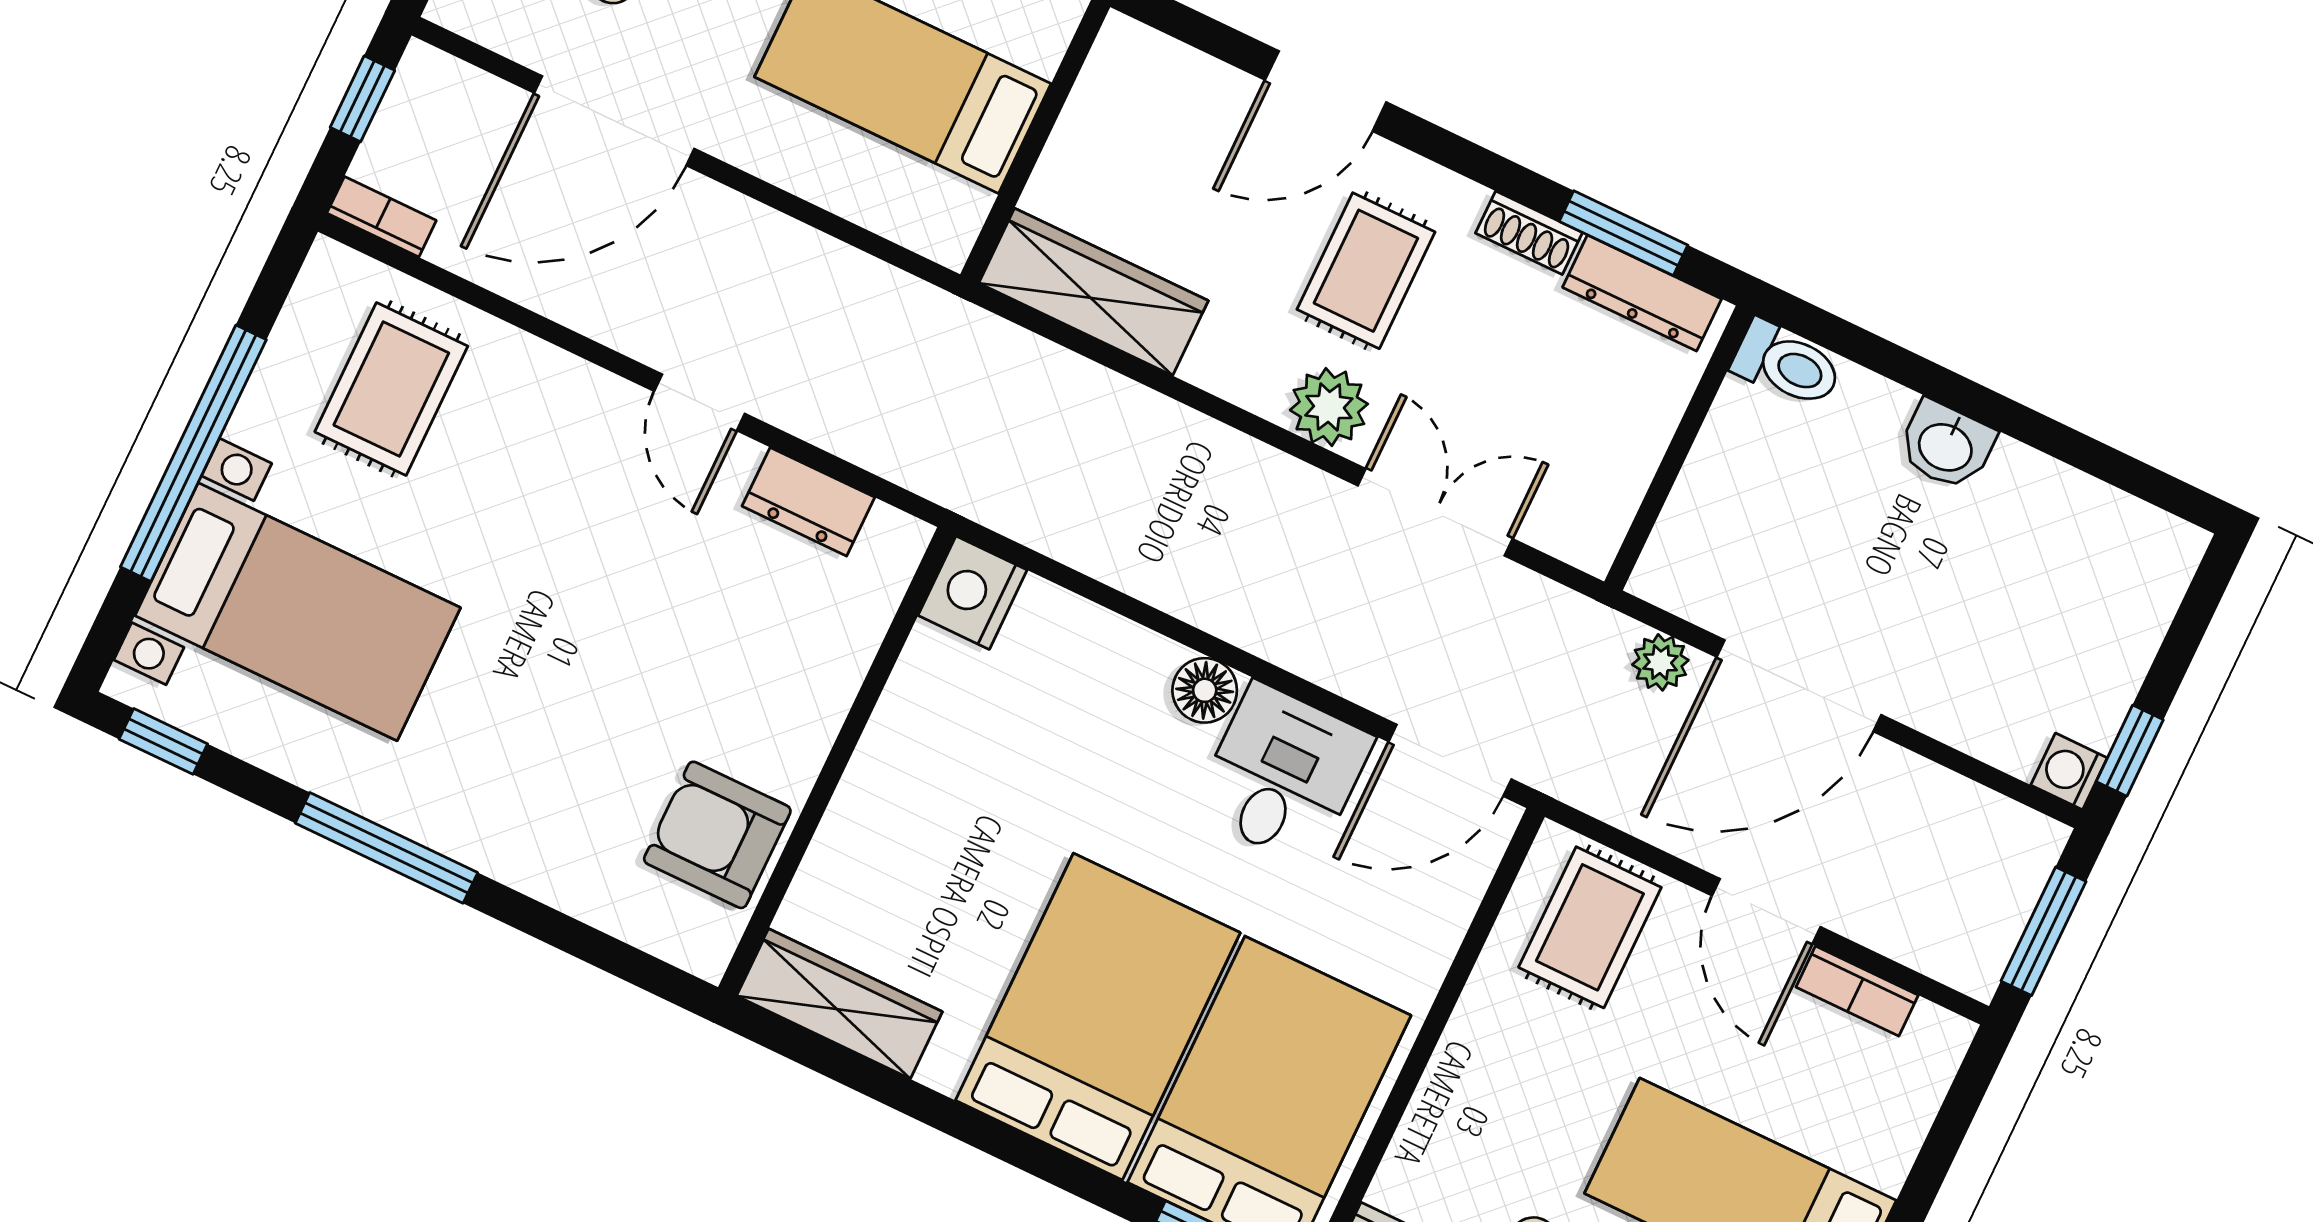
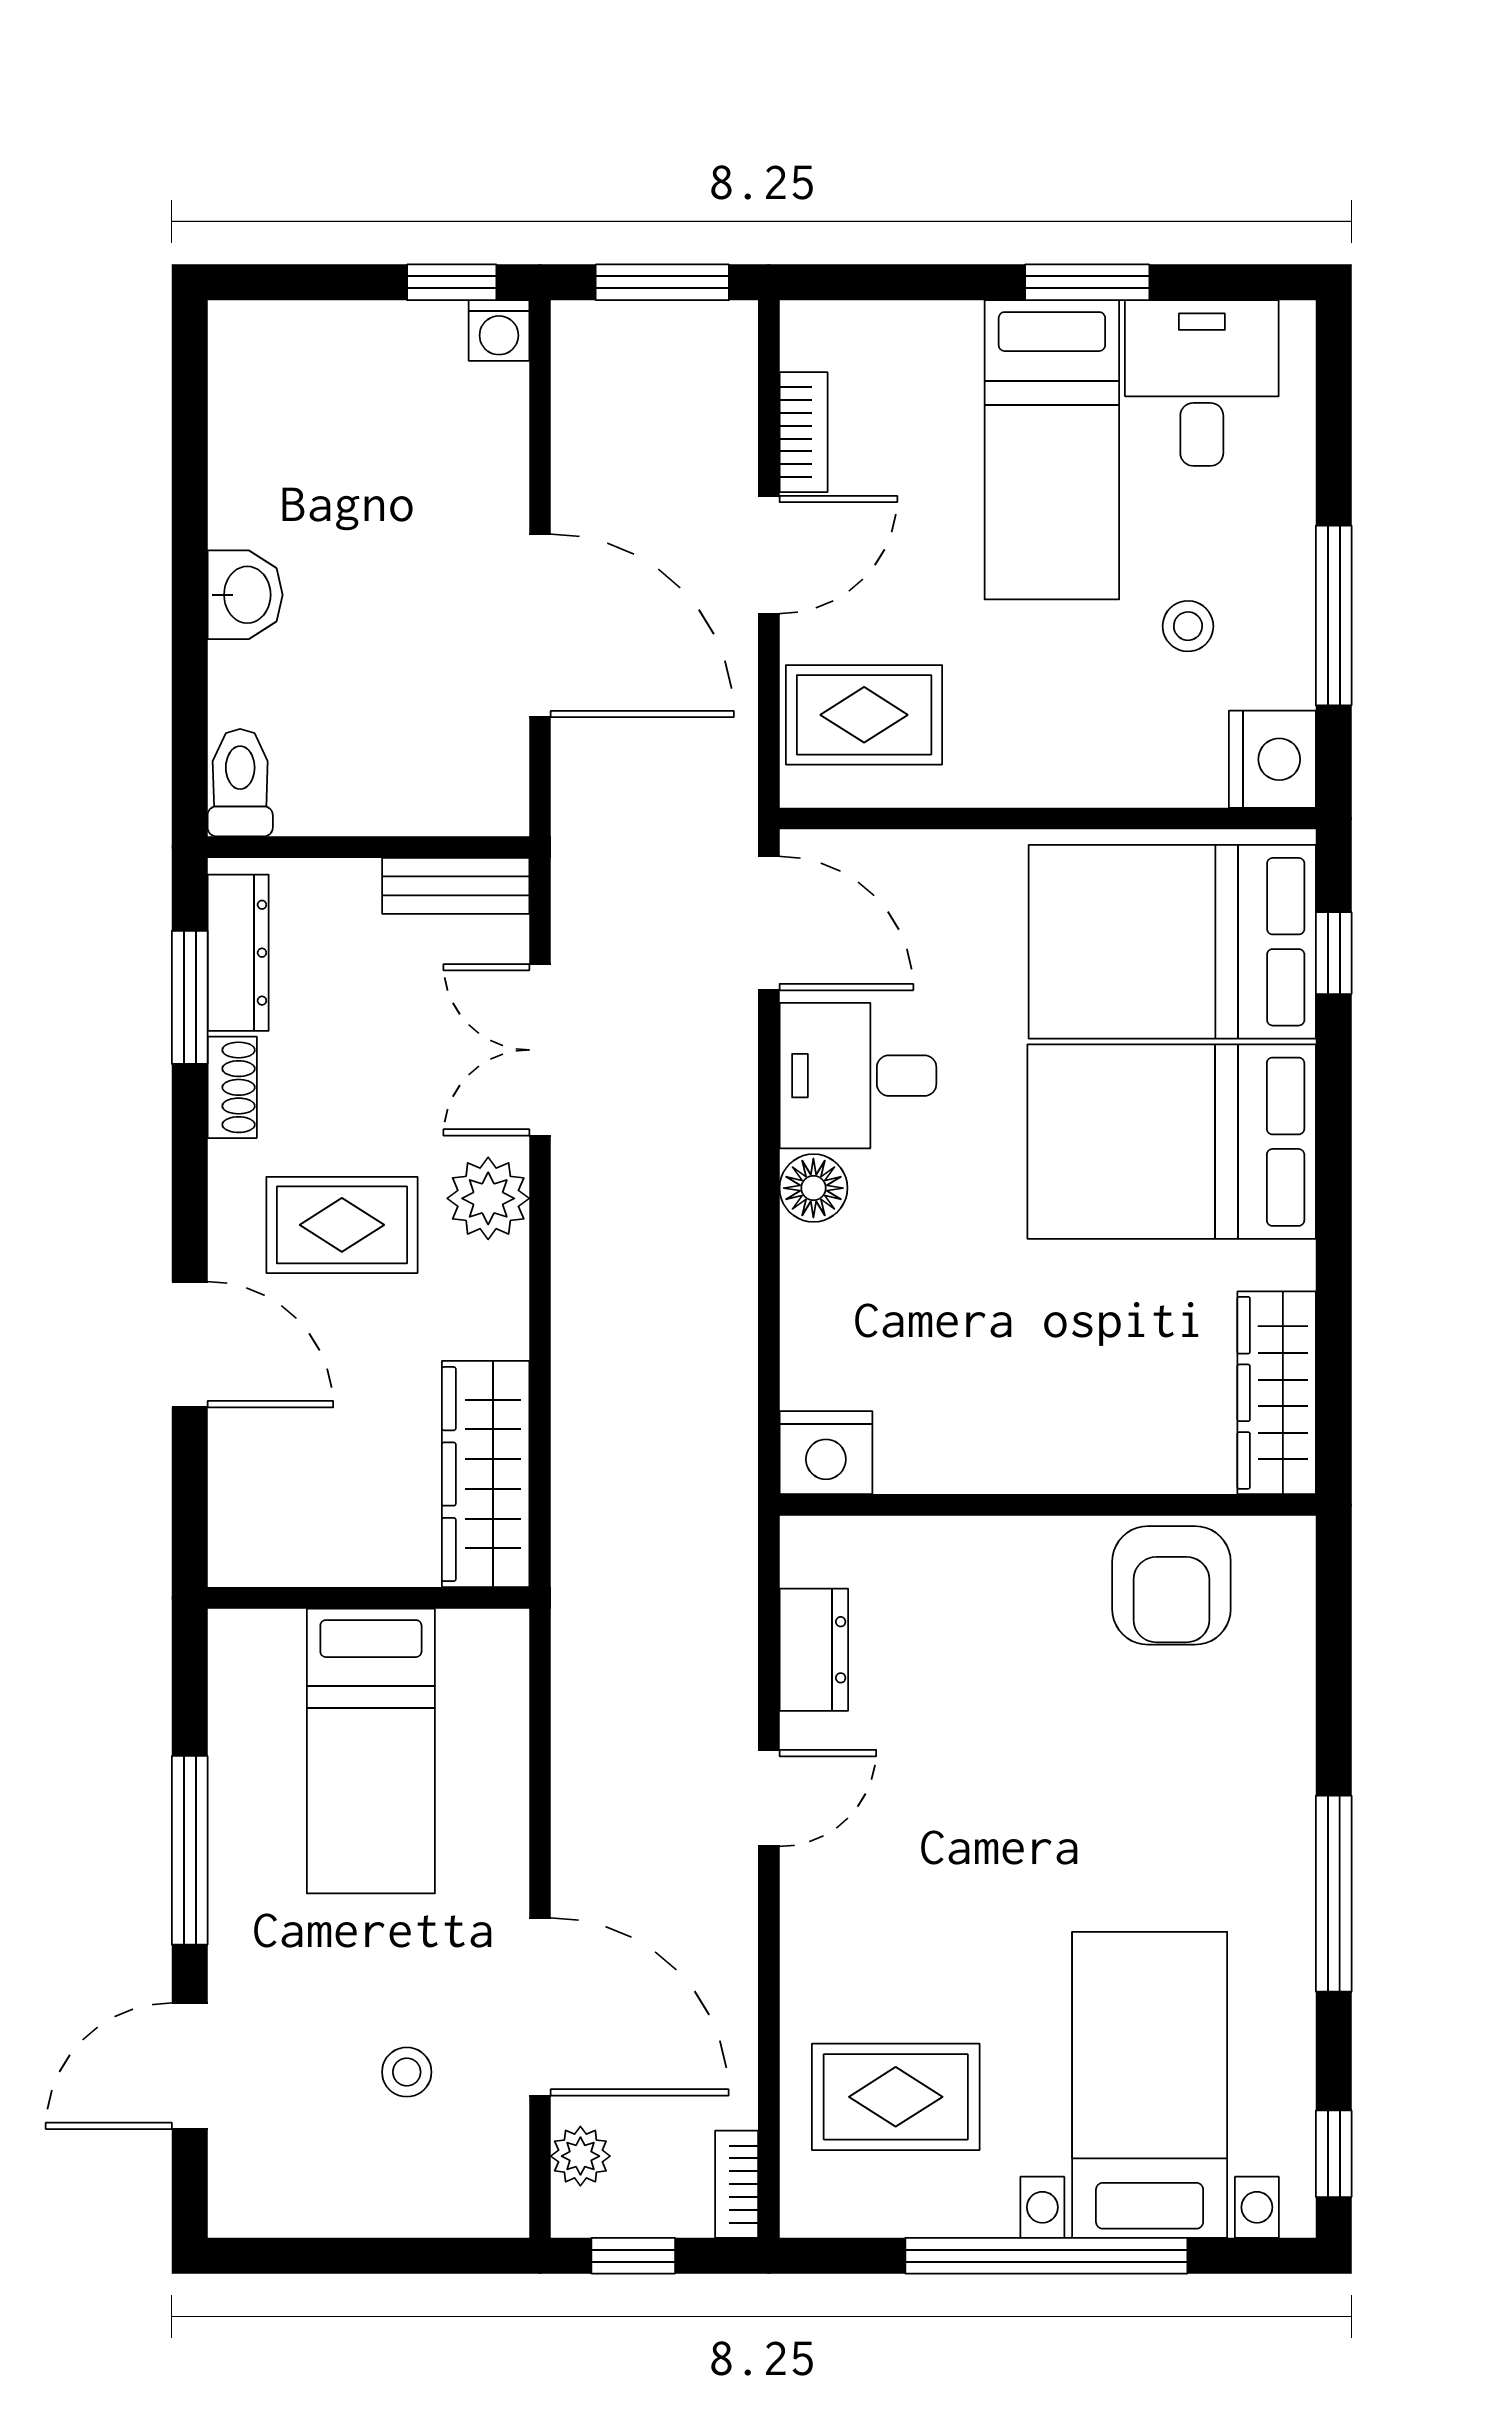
bench: (1610, 507) -> (456, 886), added
plant: (1660, 662) -> (580, 2156), moved

